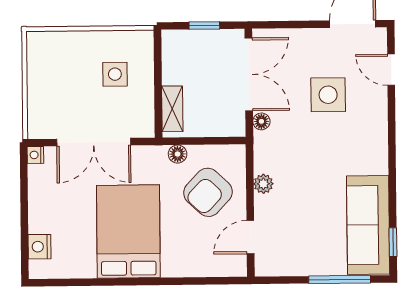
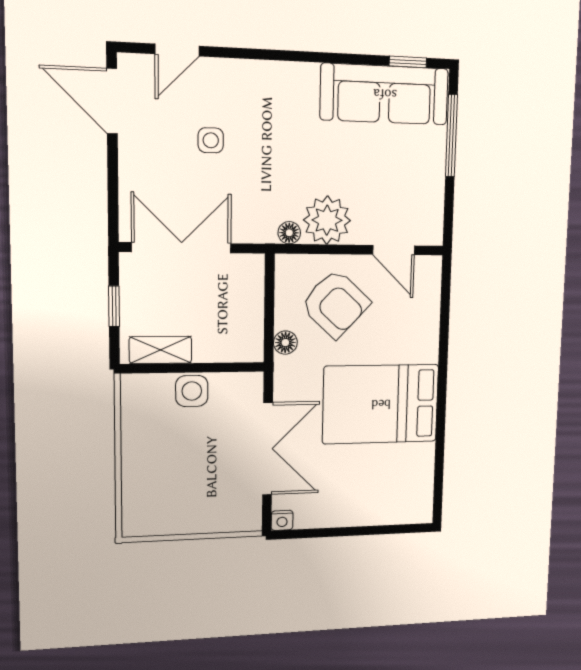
side table: (115, 74) -> (192, 391), moved
side table: (328, 95) -> (211, 140), width x0.54, depth x0.54
shelving: (172, 109) -> (160, 350), moved
floor lamp: (261, 121) -> (289, 233), moved
plant: (263, 184) -> (327, 220), width x1.88, depth x1.88
nightstand: (40, 247) -> (395, 511), removed

